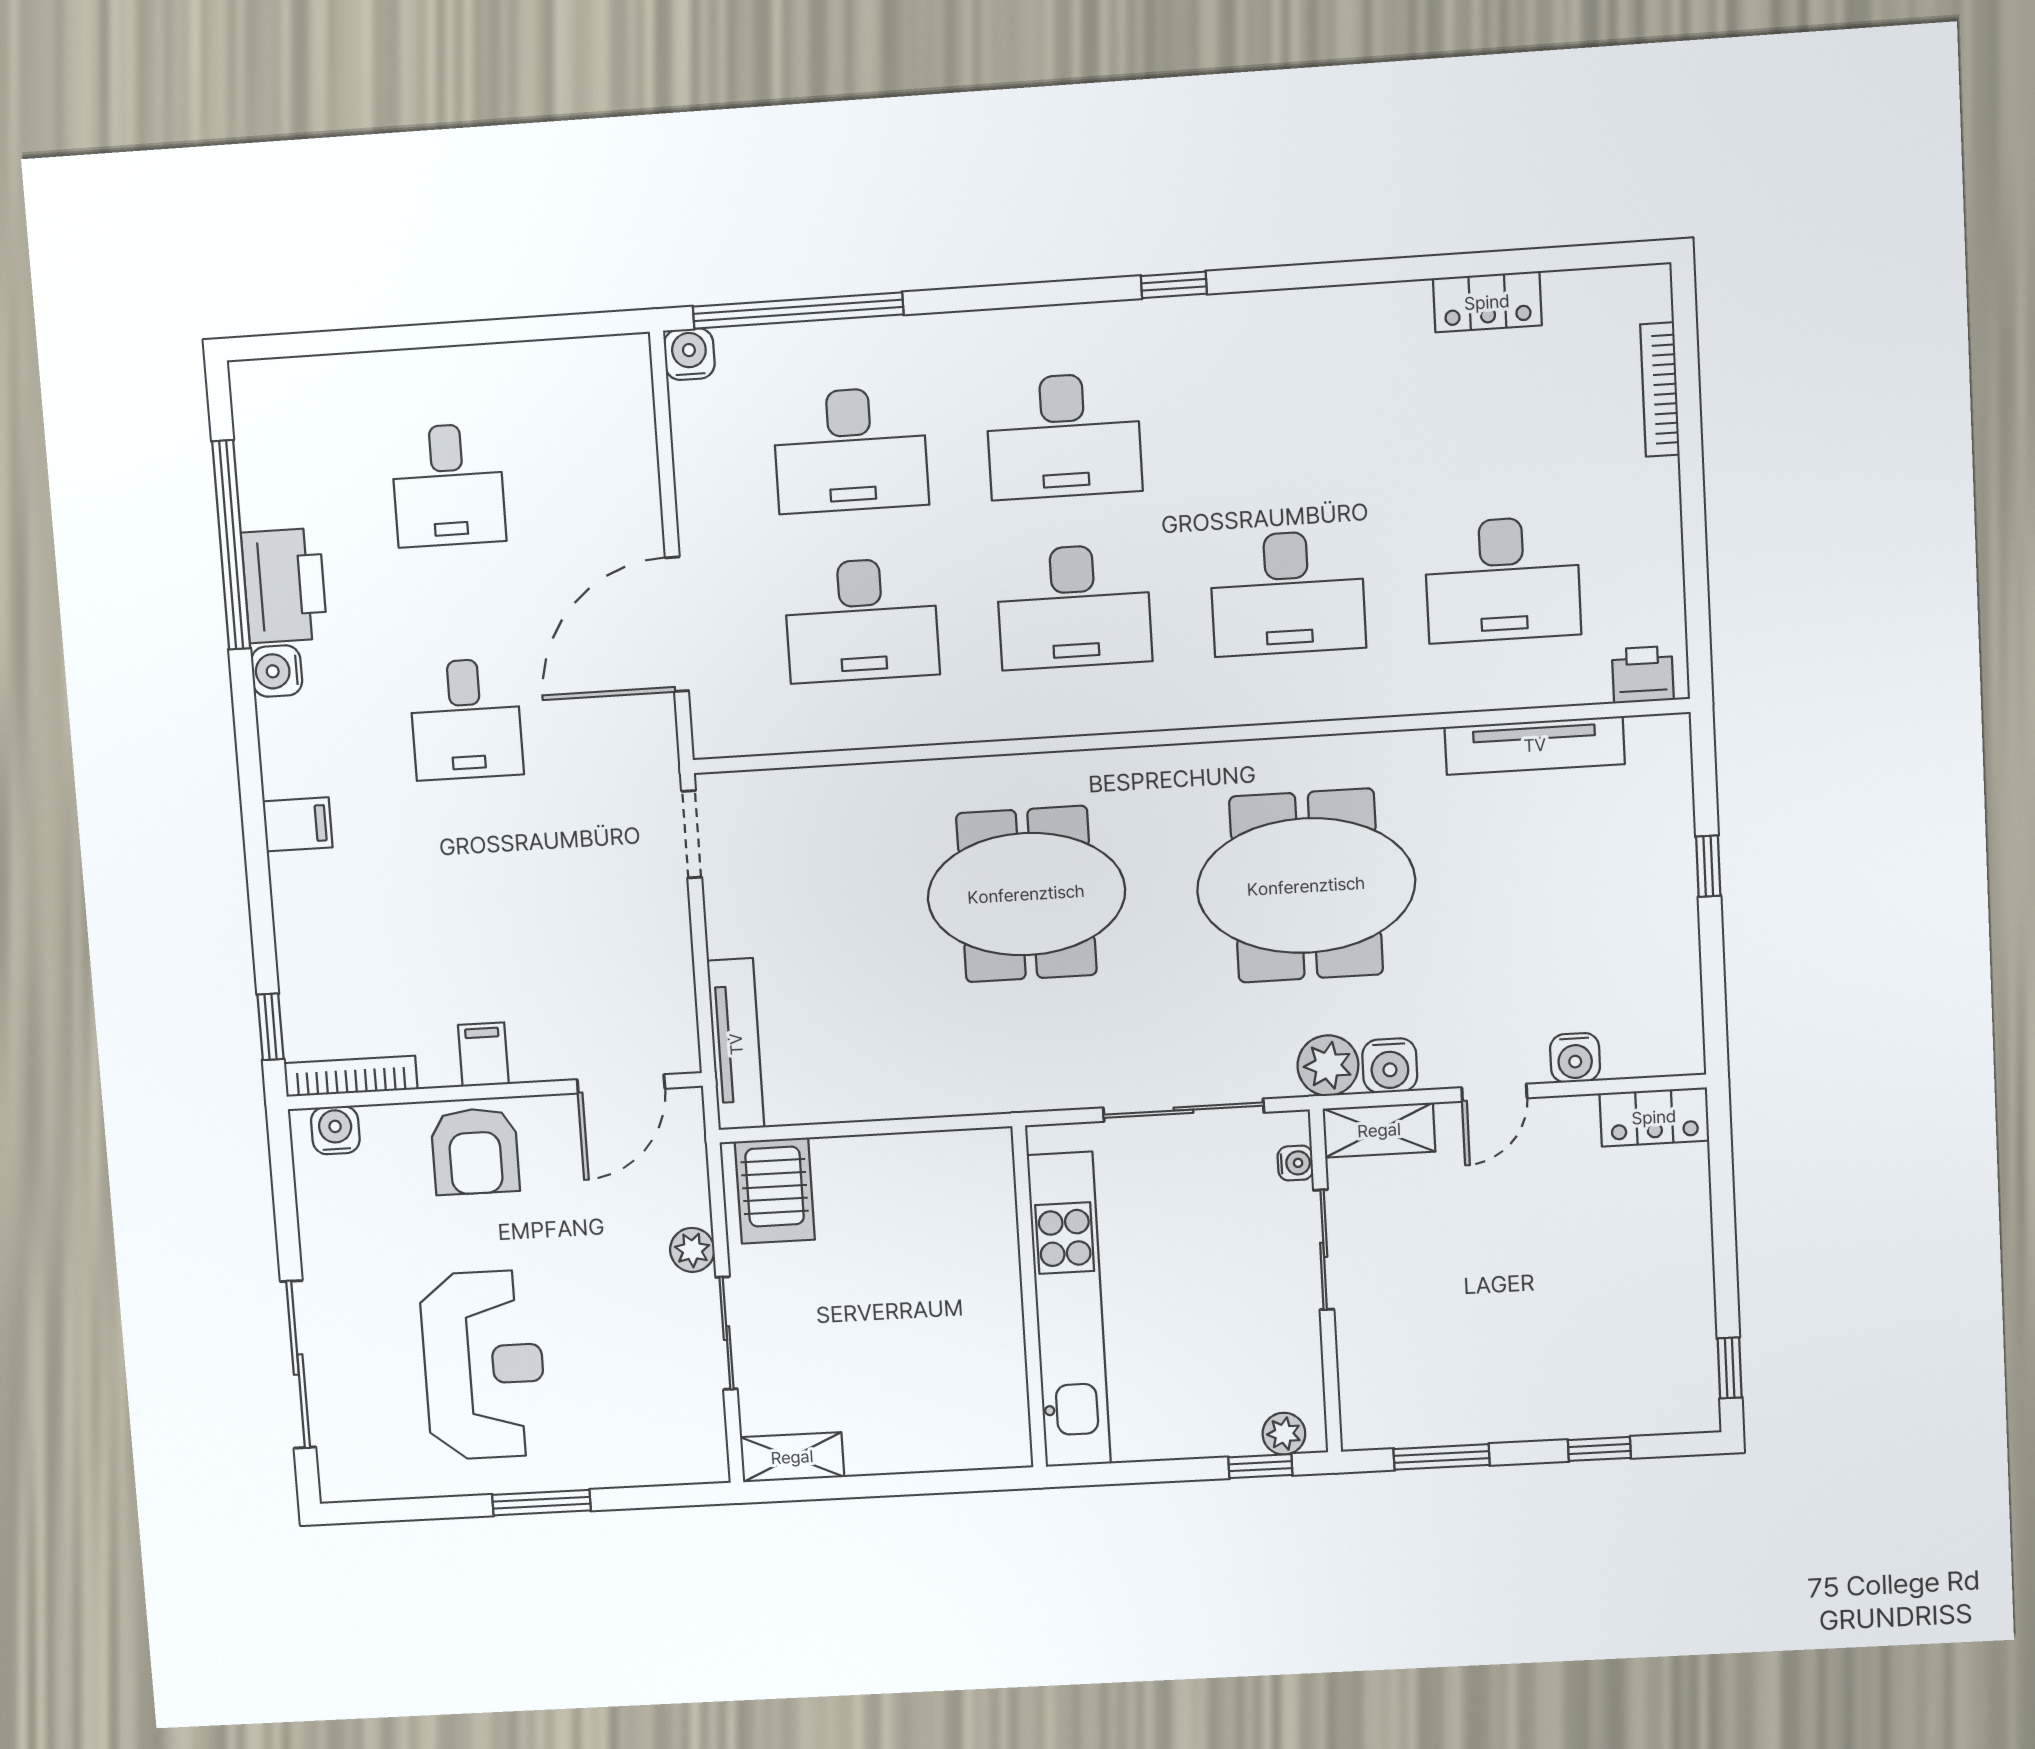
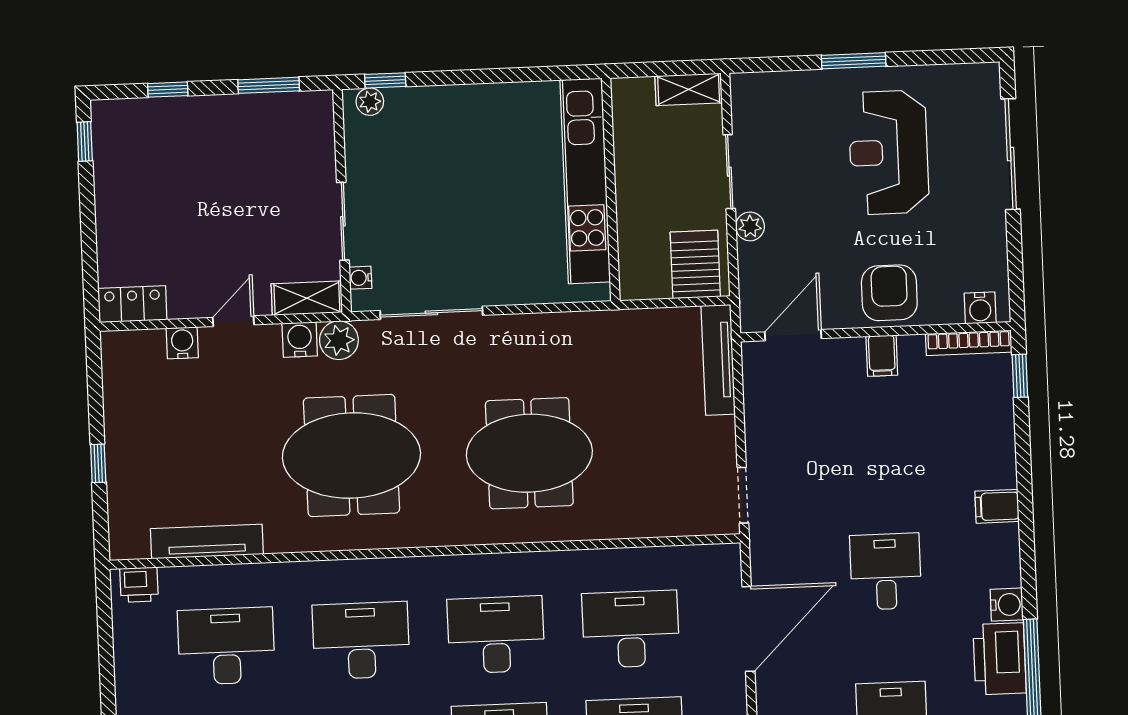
wall: (1029, 1297) -> (611, 190), moved
kitchen unit: (1069, 1310) -> (585, 181), moved

